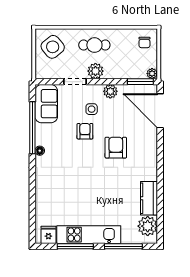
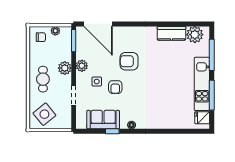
plant: (95, 71) -> (65, 68), moved
plant: (152, 74) -> (55, 31), moved
sofa: (46, 104) -> (103, 120), moved
door: (160, 111) -> (98, 24), hinge flipped
window: (32, 128) -> (112, 131), width x0.32
armchair: (85, 131) -> (115, 87), turned -90

